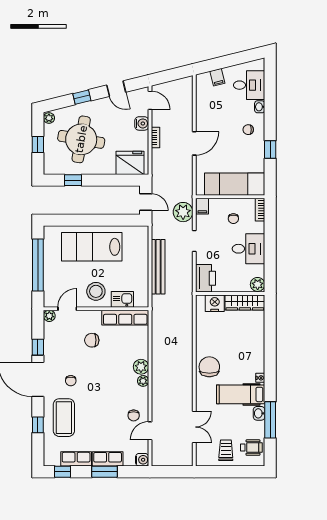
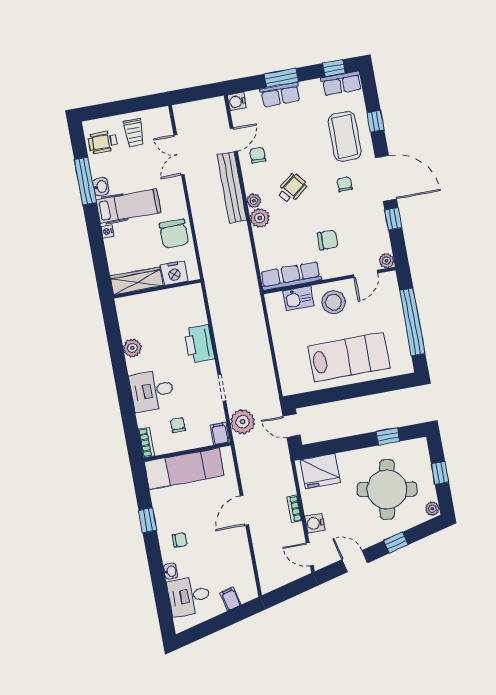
bench: (158, 267) -> (232, 187), moved
wall: (230, 293) -> (157, 289), moved
wardrobe: (245, 302) -> (136, 281), moved
nightstand: (215, 303) -> (174, 273), moved
wheelchair: (112, 385) -> (292, 188), added
row of seats: (76, 459) -> (342, 83), moved

